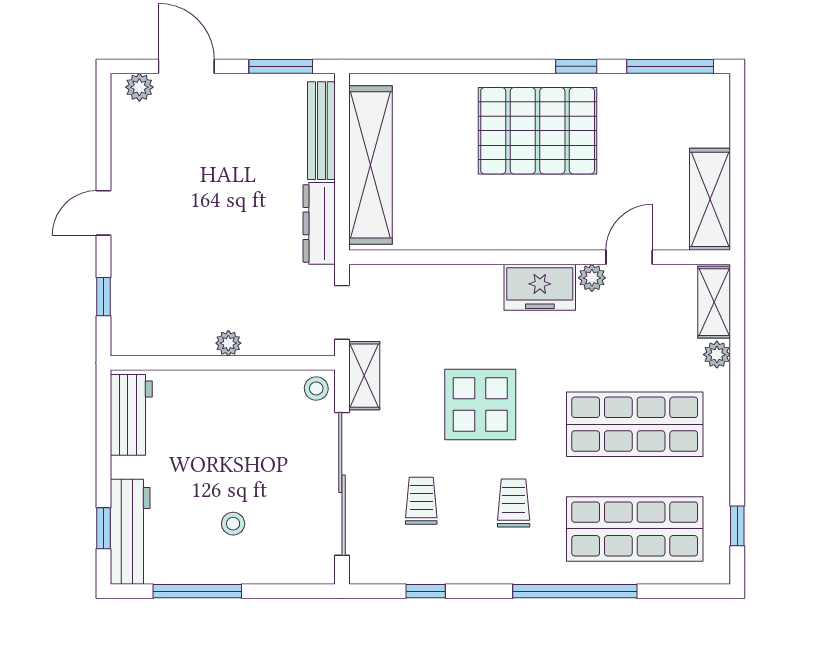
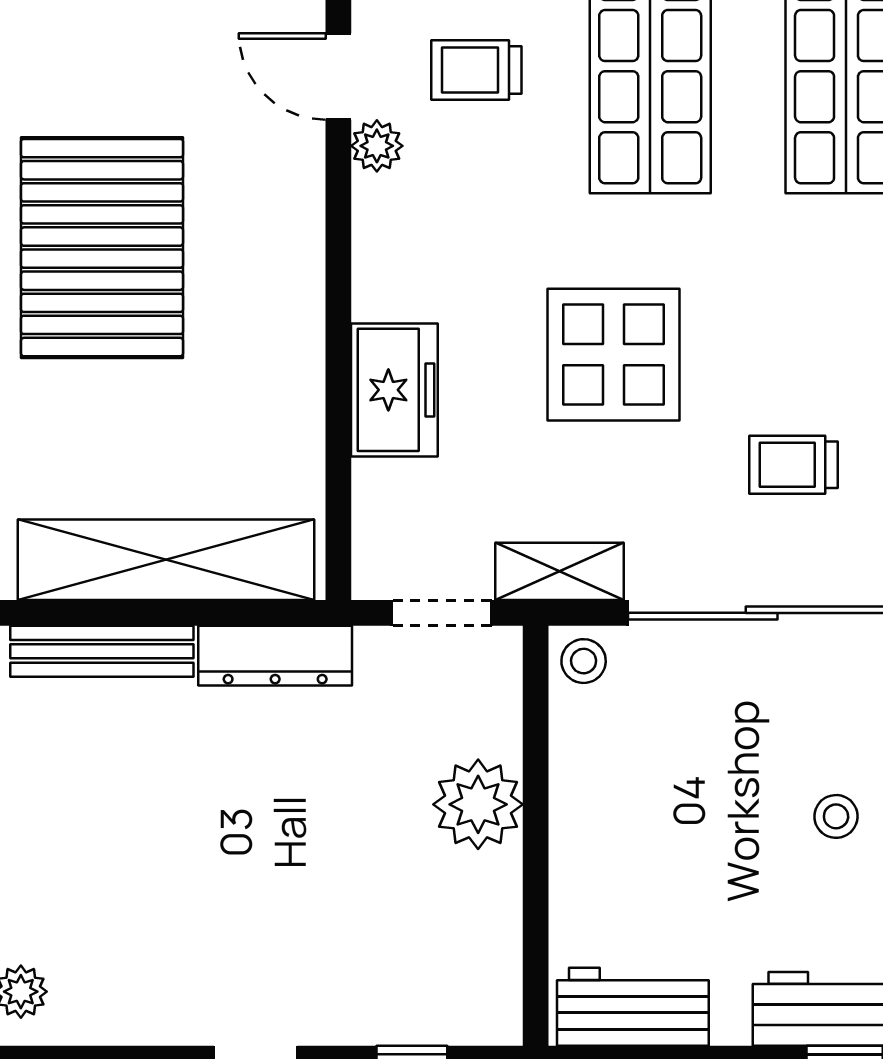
freezer: (540, 287) -> (394, 390), moved
plant: (228, 343) -> (478, 804), width x1.88, depth x1.88
trolley: (514, 503) -> (476, 70), moved

